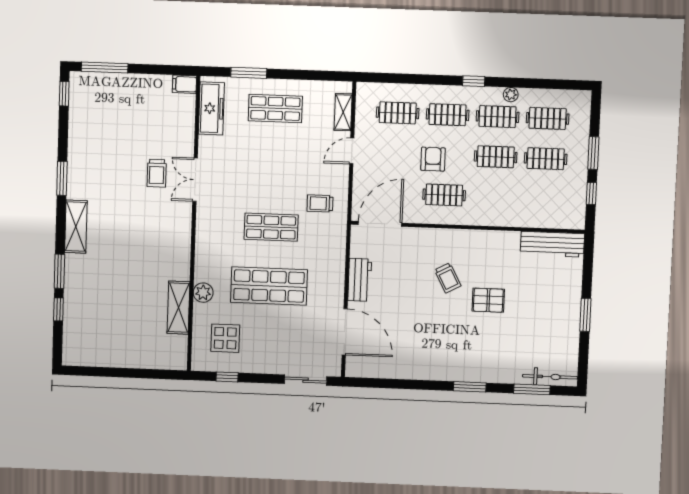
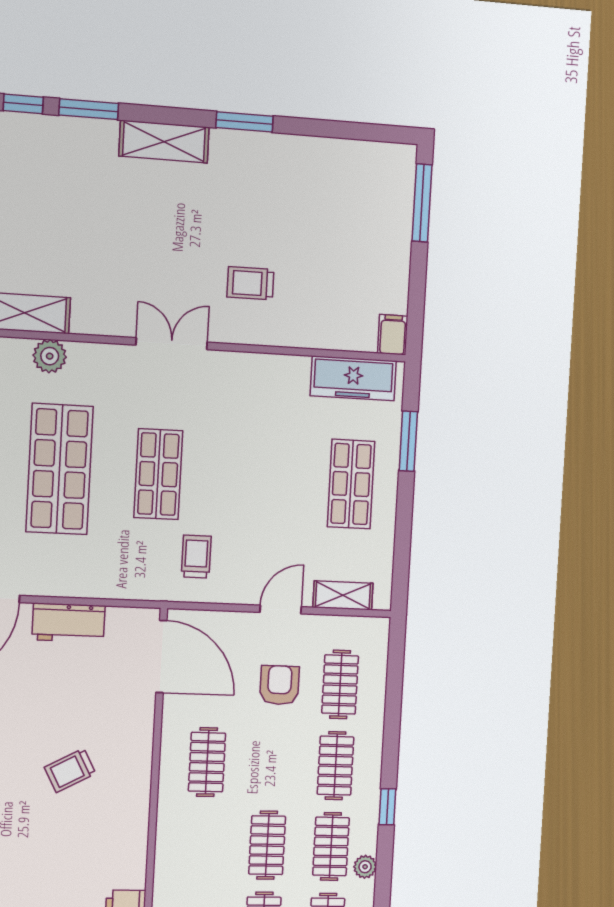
window: (64, 94) -> (382, 133), removed
door: (352, 151) -> (281, 610), hinge flipped
armchair: (433, 159) -> (280, 685), moved, turned -90
double door: (195, 180) -> (172, 344), moved
pallet: (488, 300) -> (32, 839), removed

